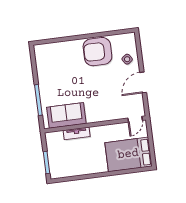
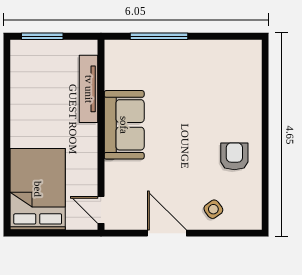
armchair: (97, 52) -> (234, 156), width x0.53, depth x0.53
sofa: (66, 115) -> (124, 125), moved
tv unit: (77, 133) -> (89, 89), width x1.41

